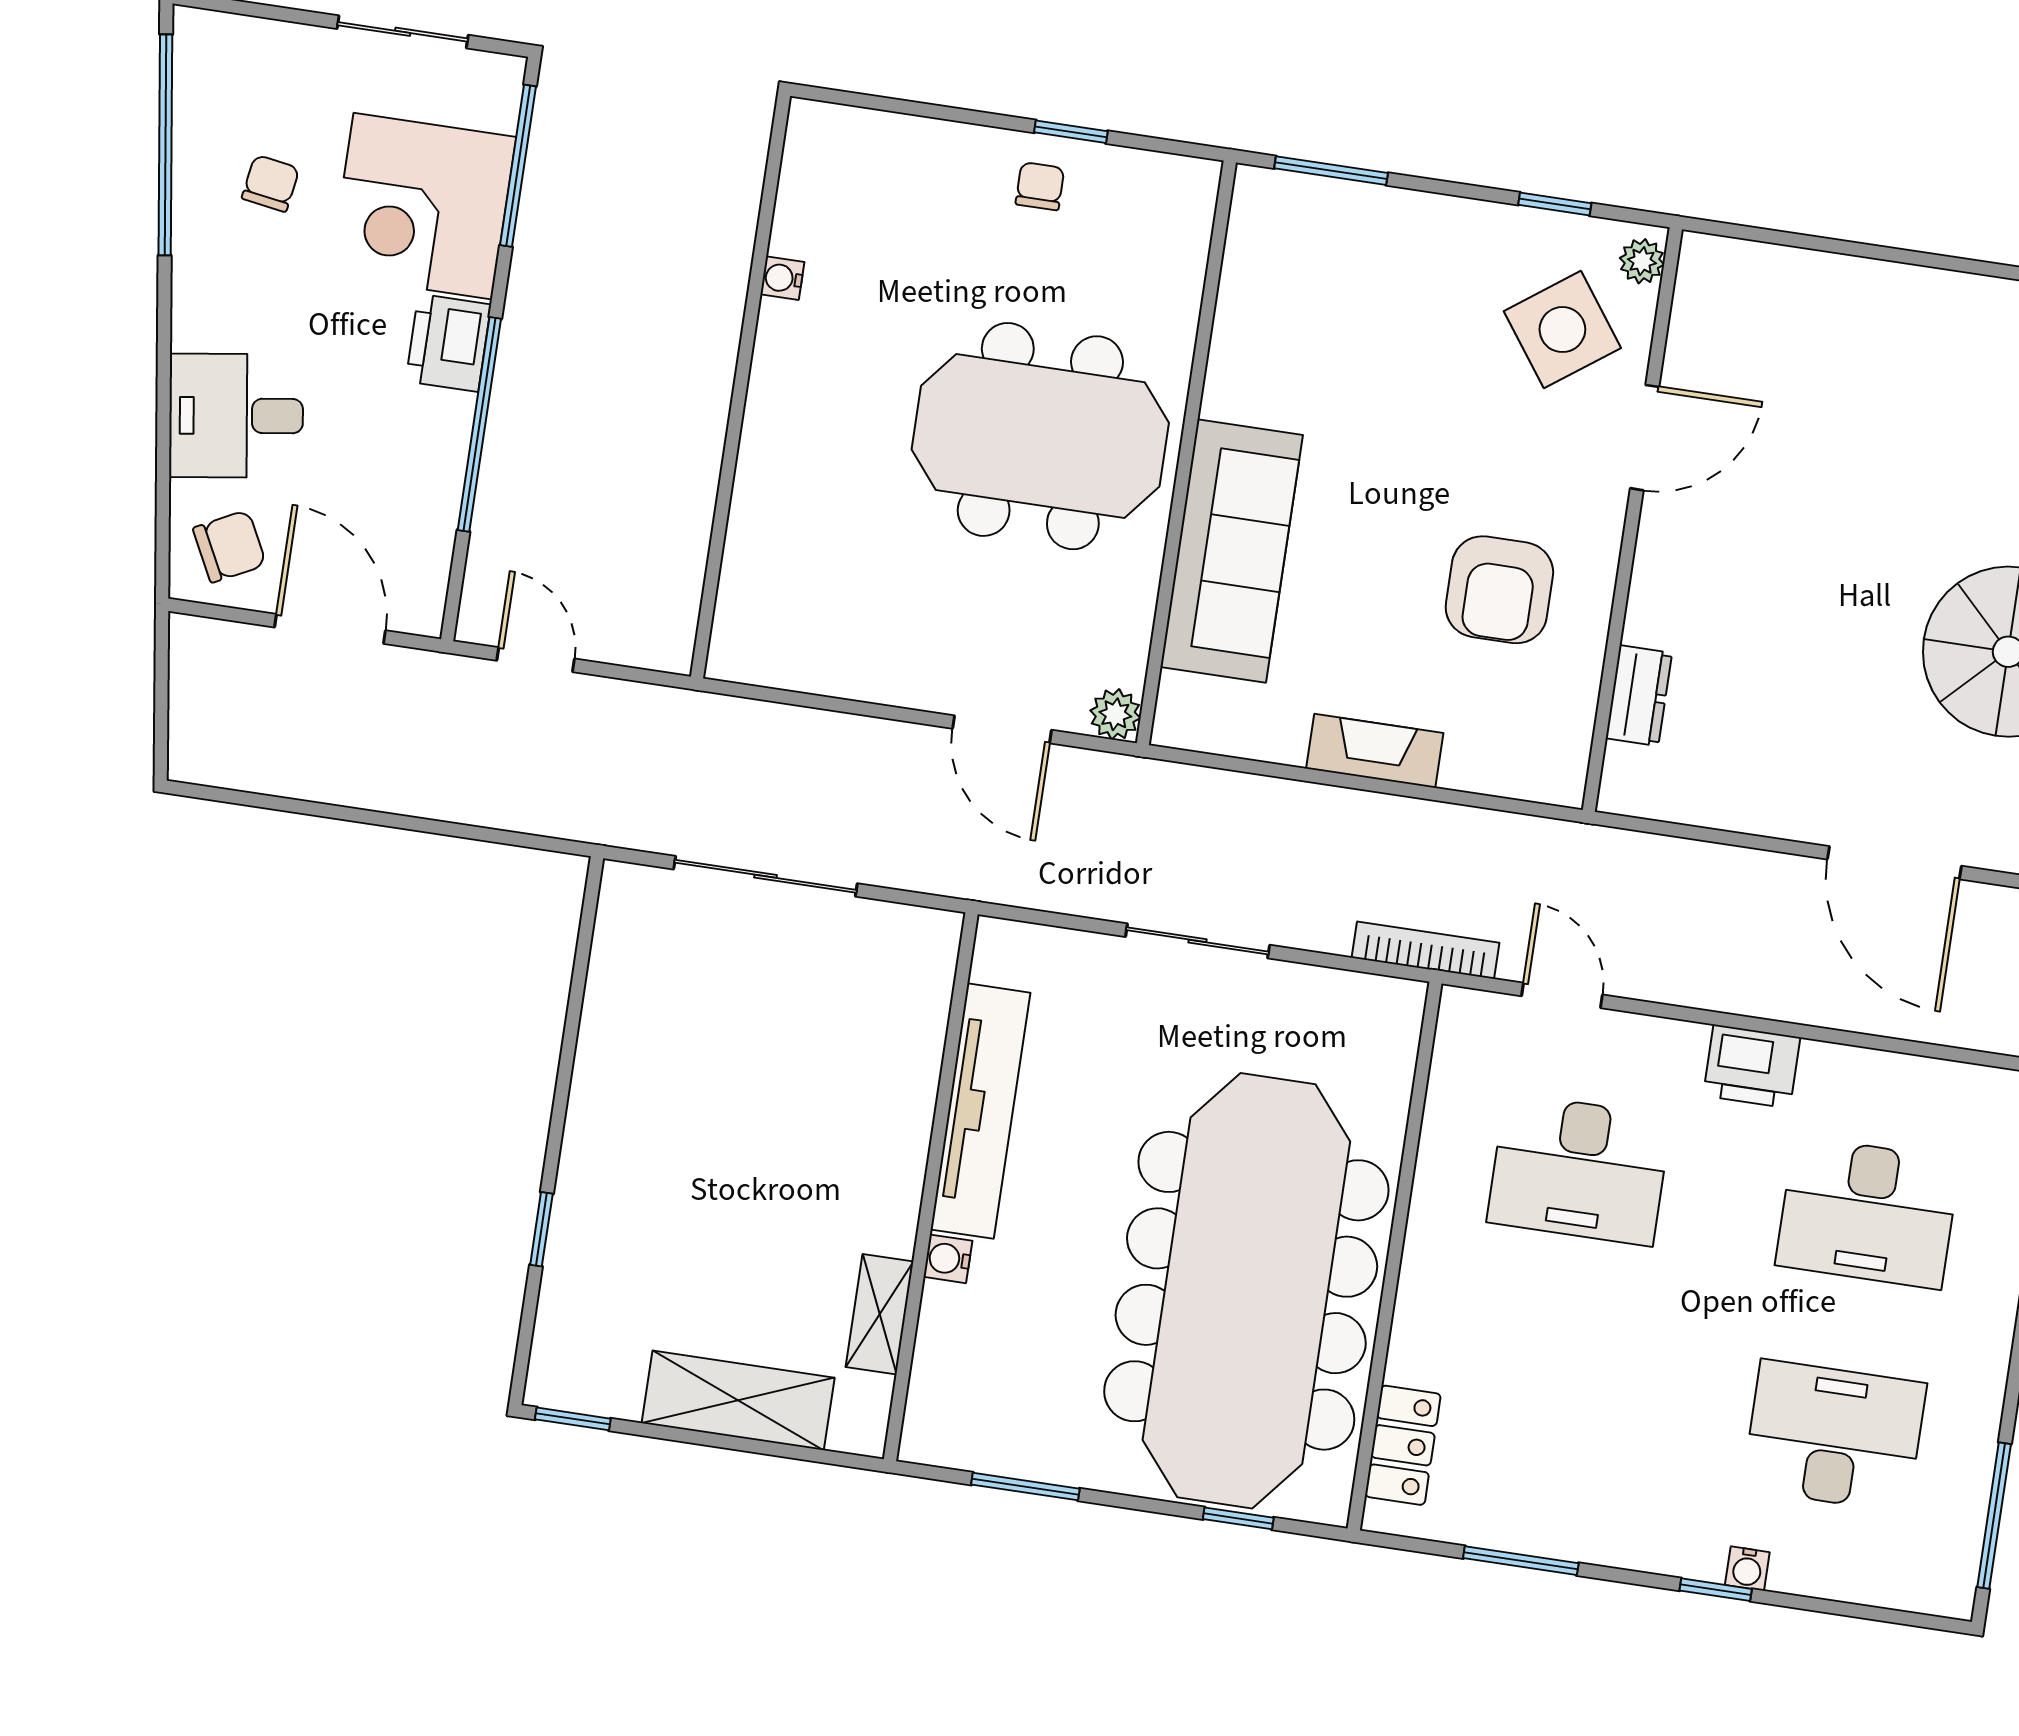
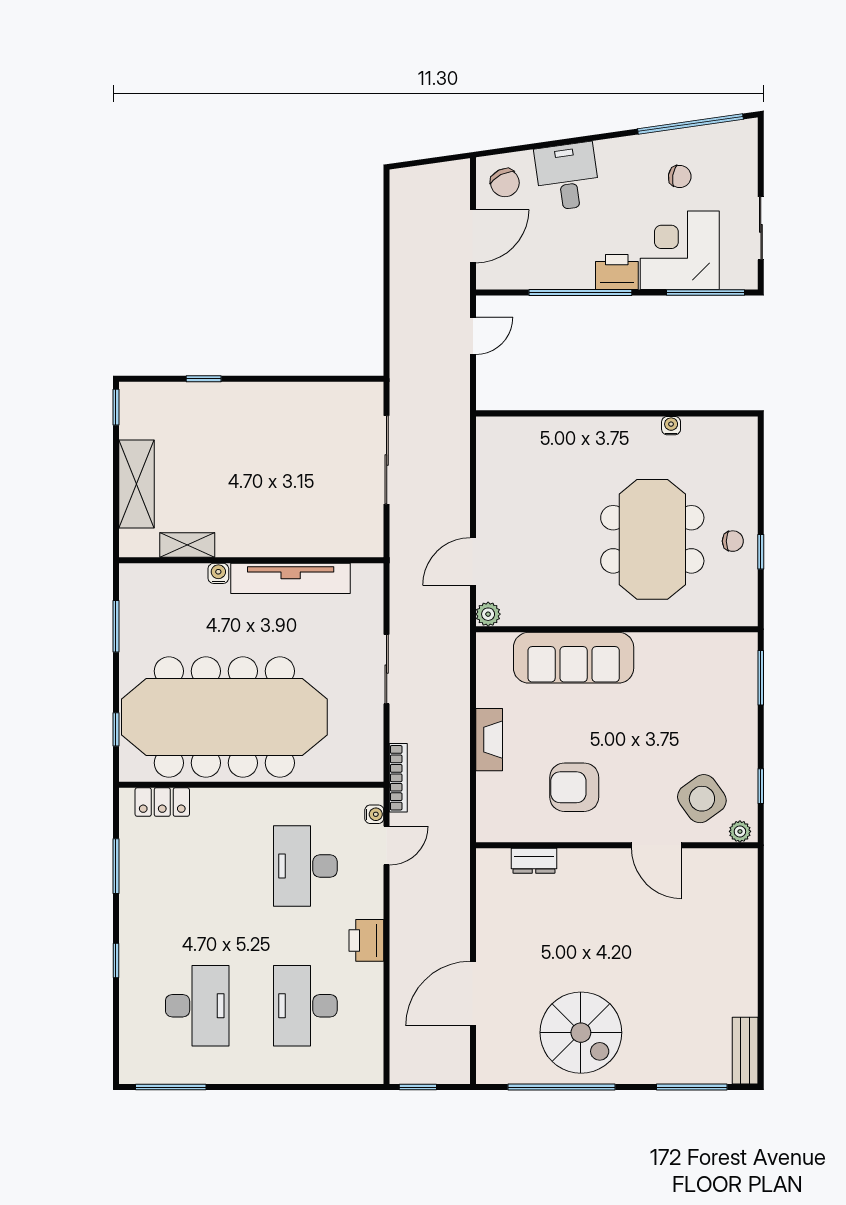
meeting table: (1040, 436) -> (652, 539), moved
water cooler: (1747, 1569) -> (374, 814), moved, turned 180

